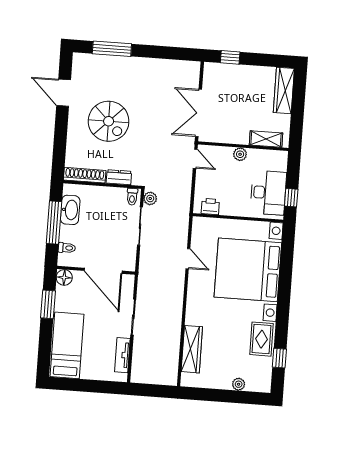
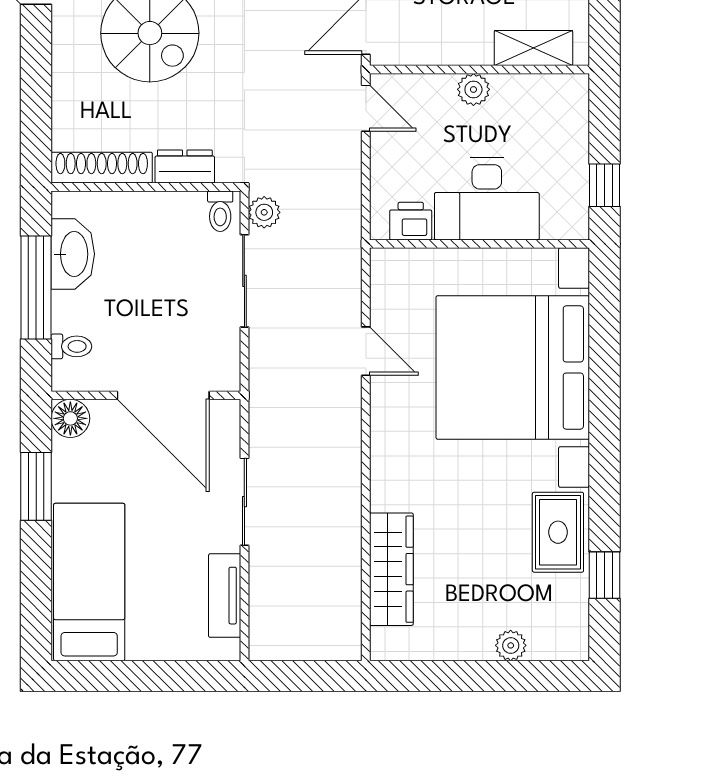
desk: (268, 193) -> (487, 199), moved, turned 90

